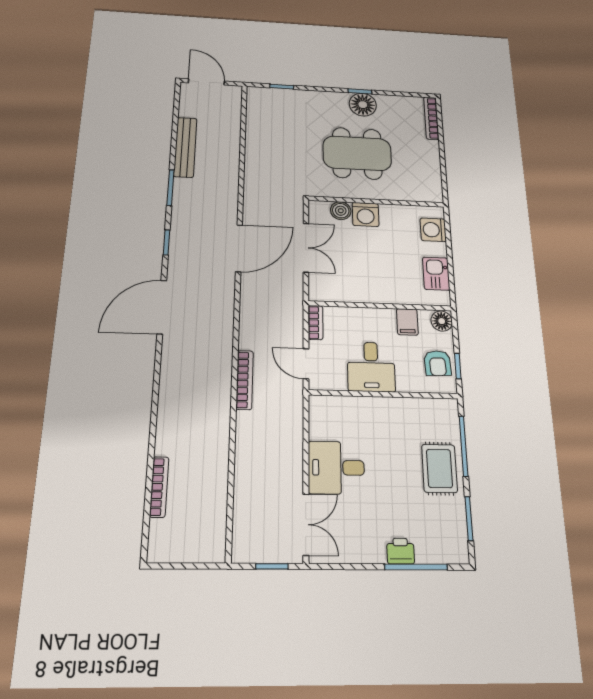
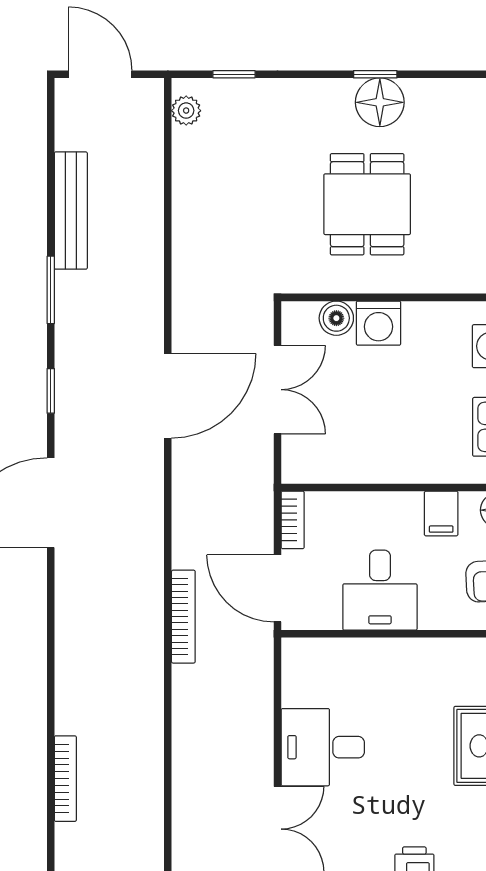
plant: (254, 102) -> (186, 111), added
dining table: (357, 153) -> (367, 204), width x0.73
door: (306, 364) -> (278, 588), width x1.38

